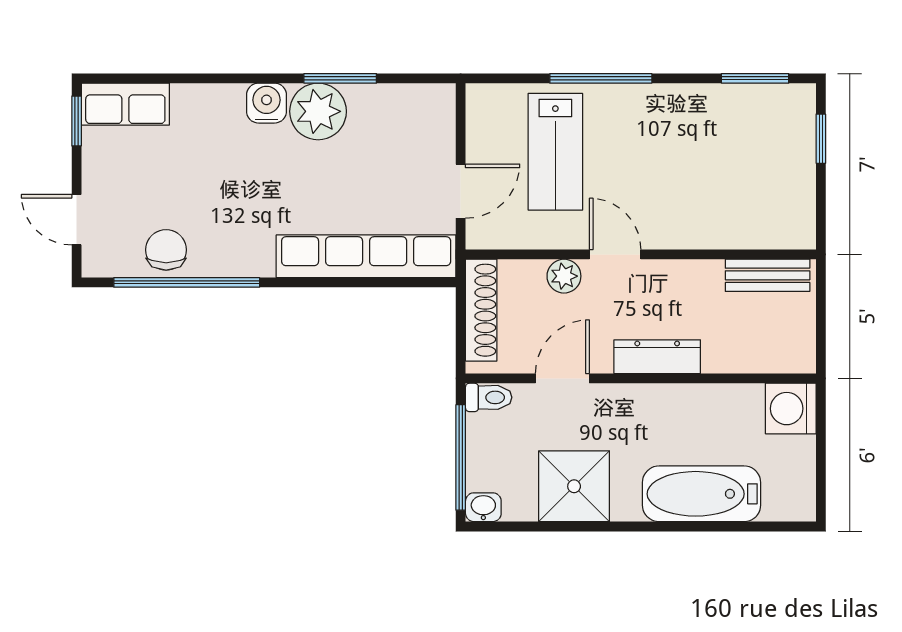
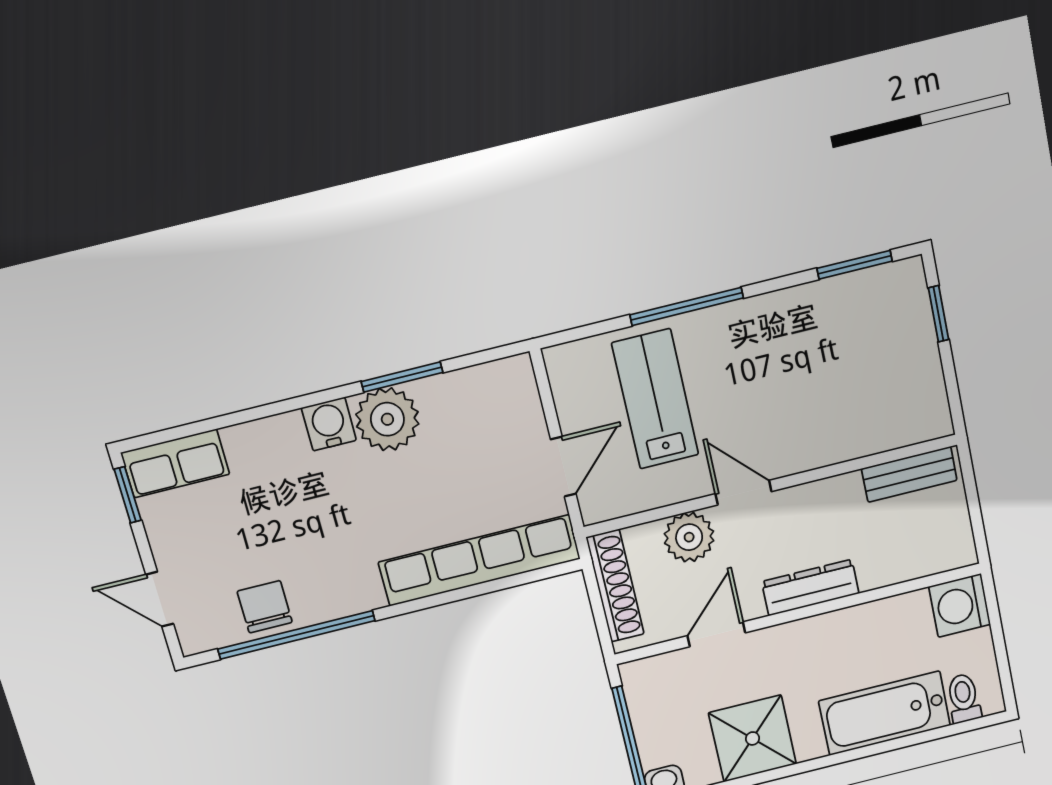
lab bench: (555, 152) -> (655, 399), turned 180
plant: (564, 276) -> (689, 537), width x1.38, depth x1.38
toilet: (489, 397) -> (964, 698), moved, turned -90

